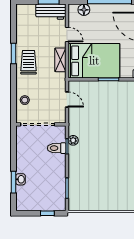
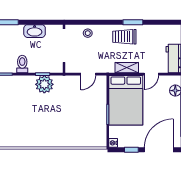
trolley: (28, 62) -> (124, 37), turned 180
plant: (73, 140) -> (44, 84), width x1.88, depth x1.88
toilet: (57, 148) -> (22, 64), moved
washbasin: (21, 179) -> (35, 31), moved, width x1.91, depth x1.45

